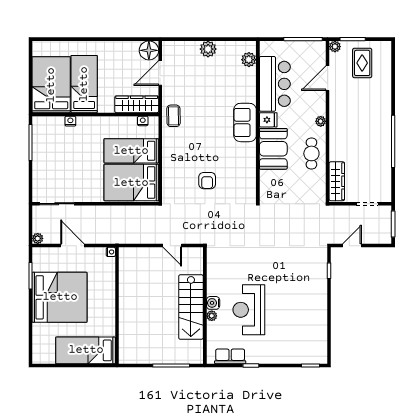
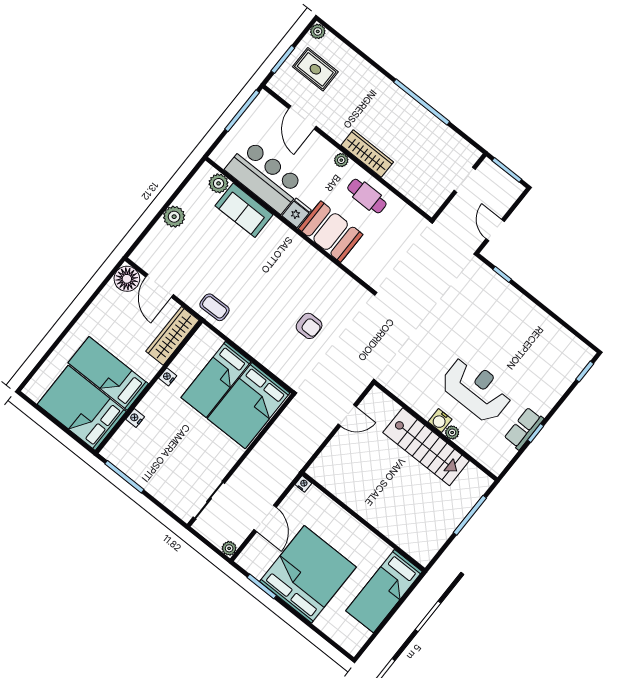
plant: (335, 47) -> (318, 31), moved
nightstand: (143, 121) -> (168, 377), moved
sofa: (245, 122) -> (244, 210), moved
wardrobe: (337, 181) -> (367, 154), moved
door: (72, 246) -> (265, 518), swing flipped
reception desk: (249, 310) -> (477, 389), turned 180
row of seats: (230, 356) -> (524, 428), moved

